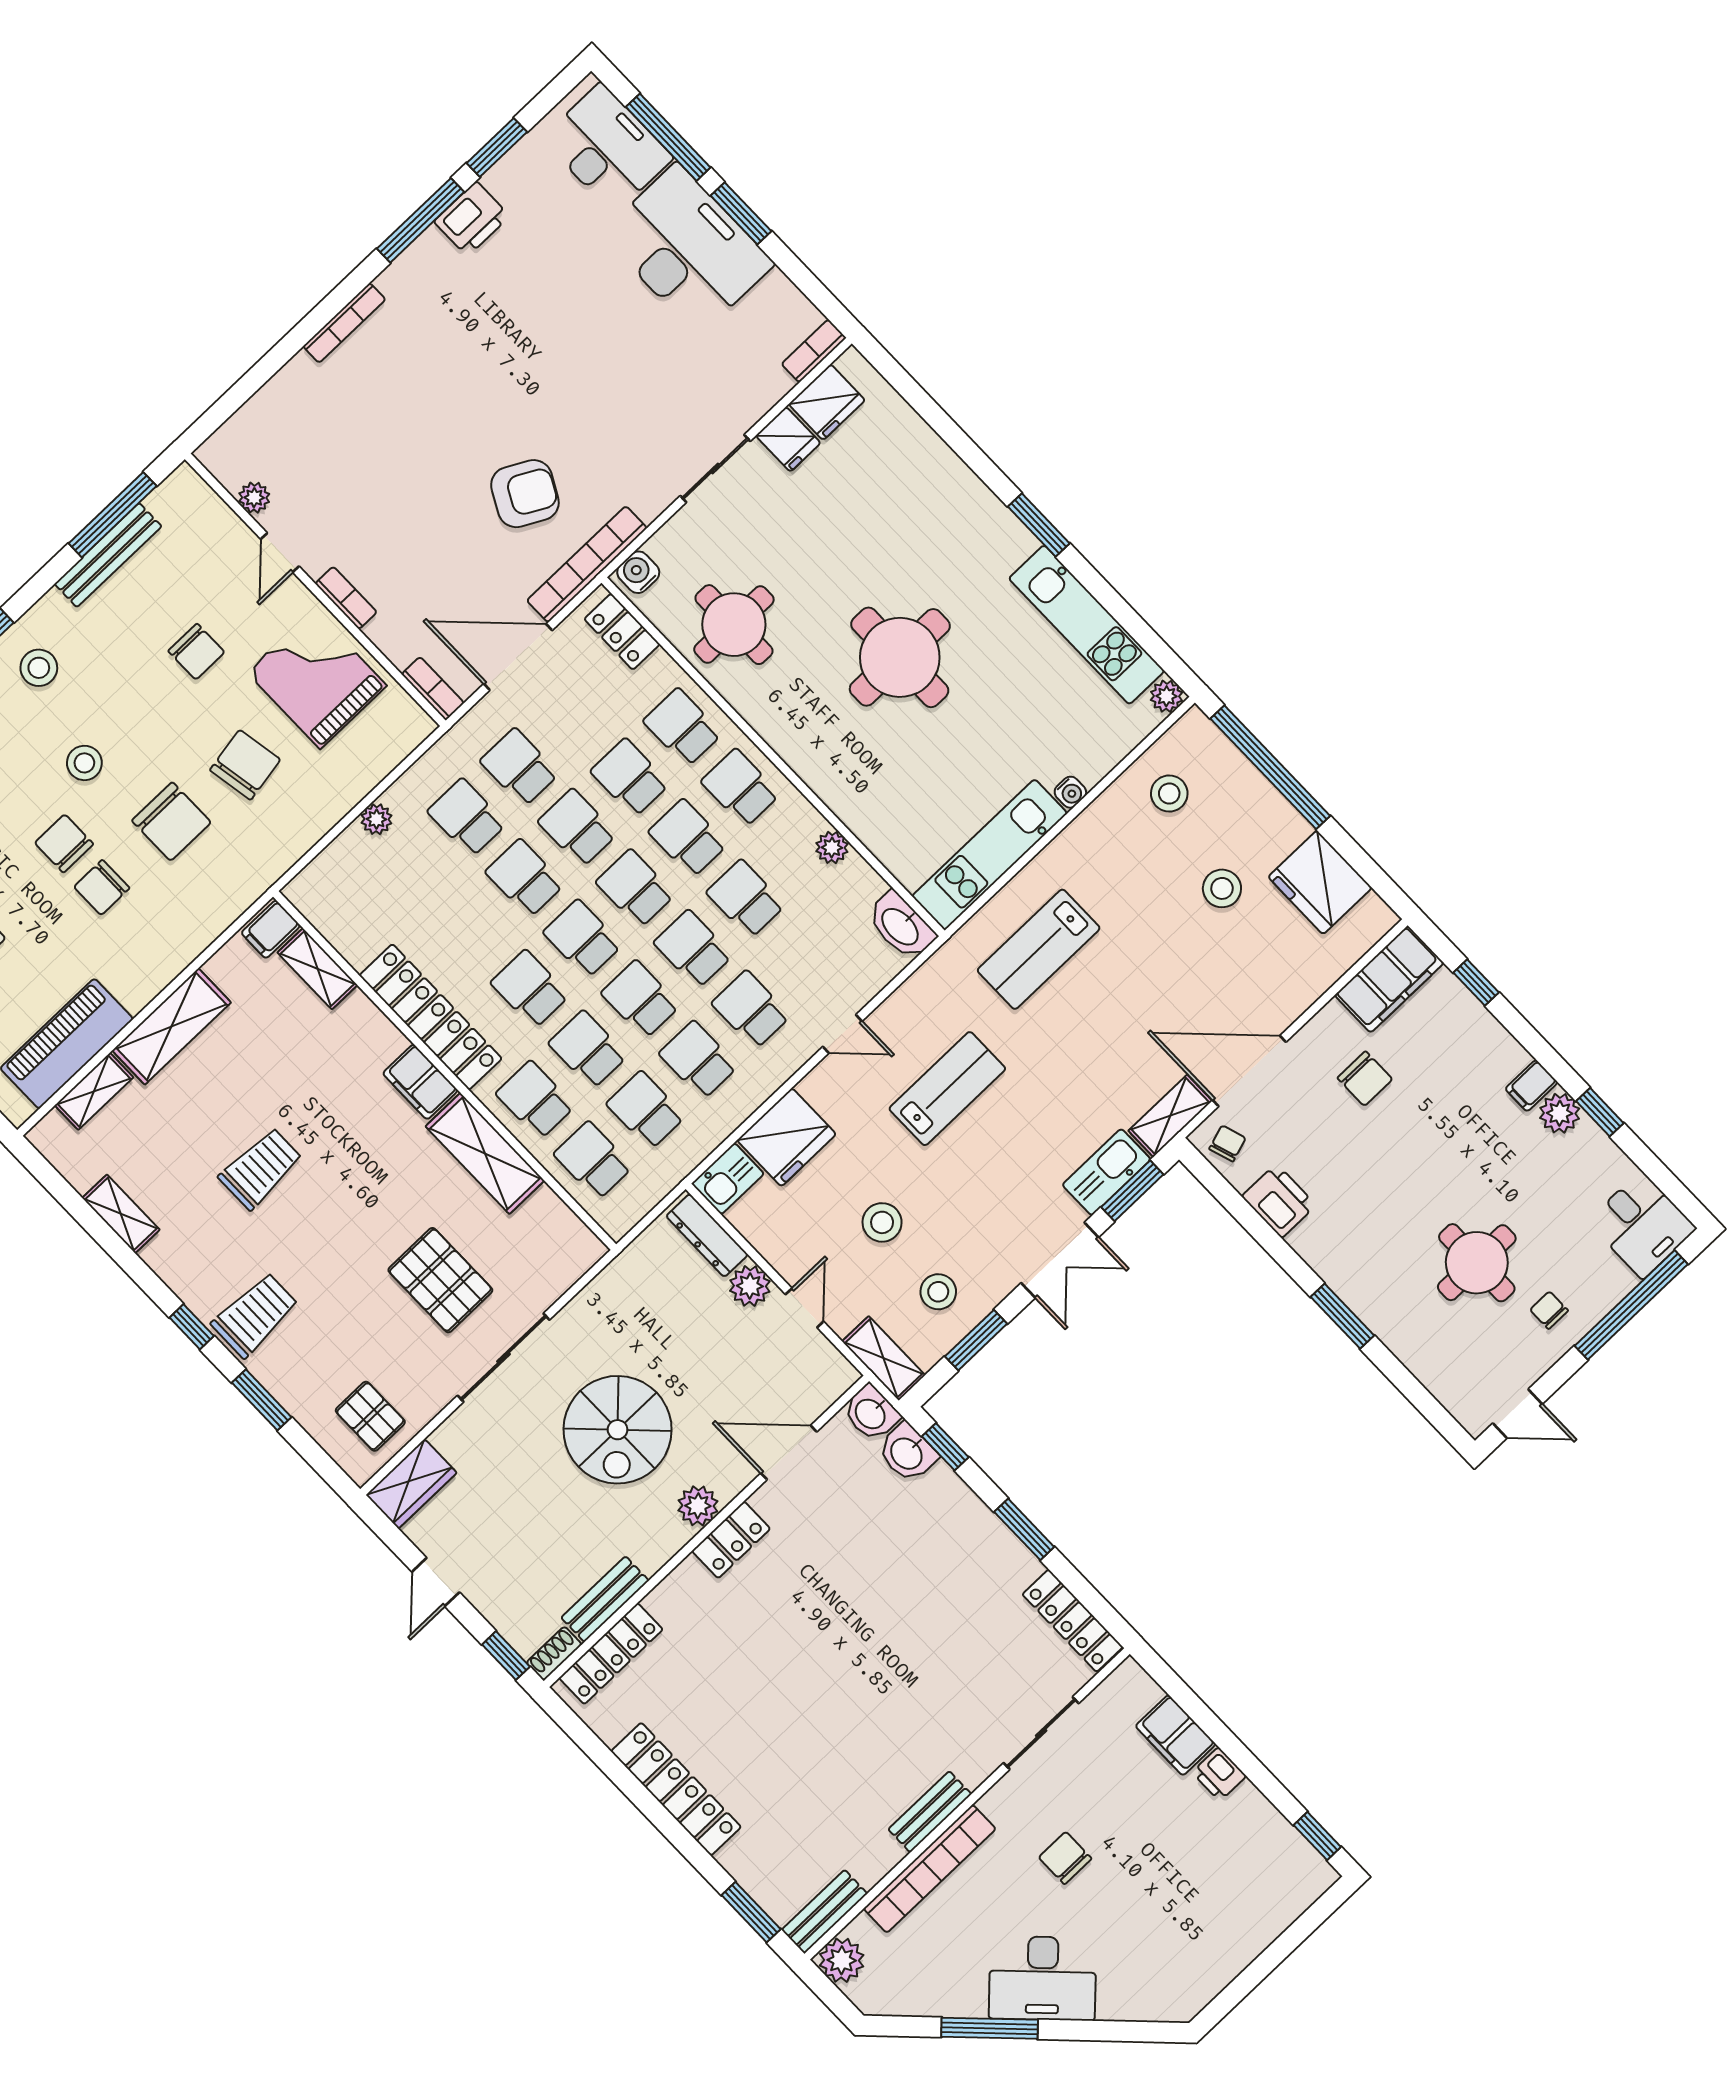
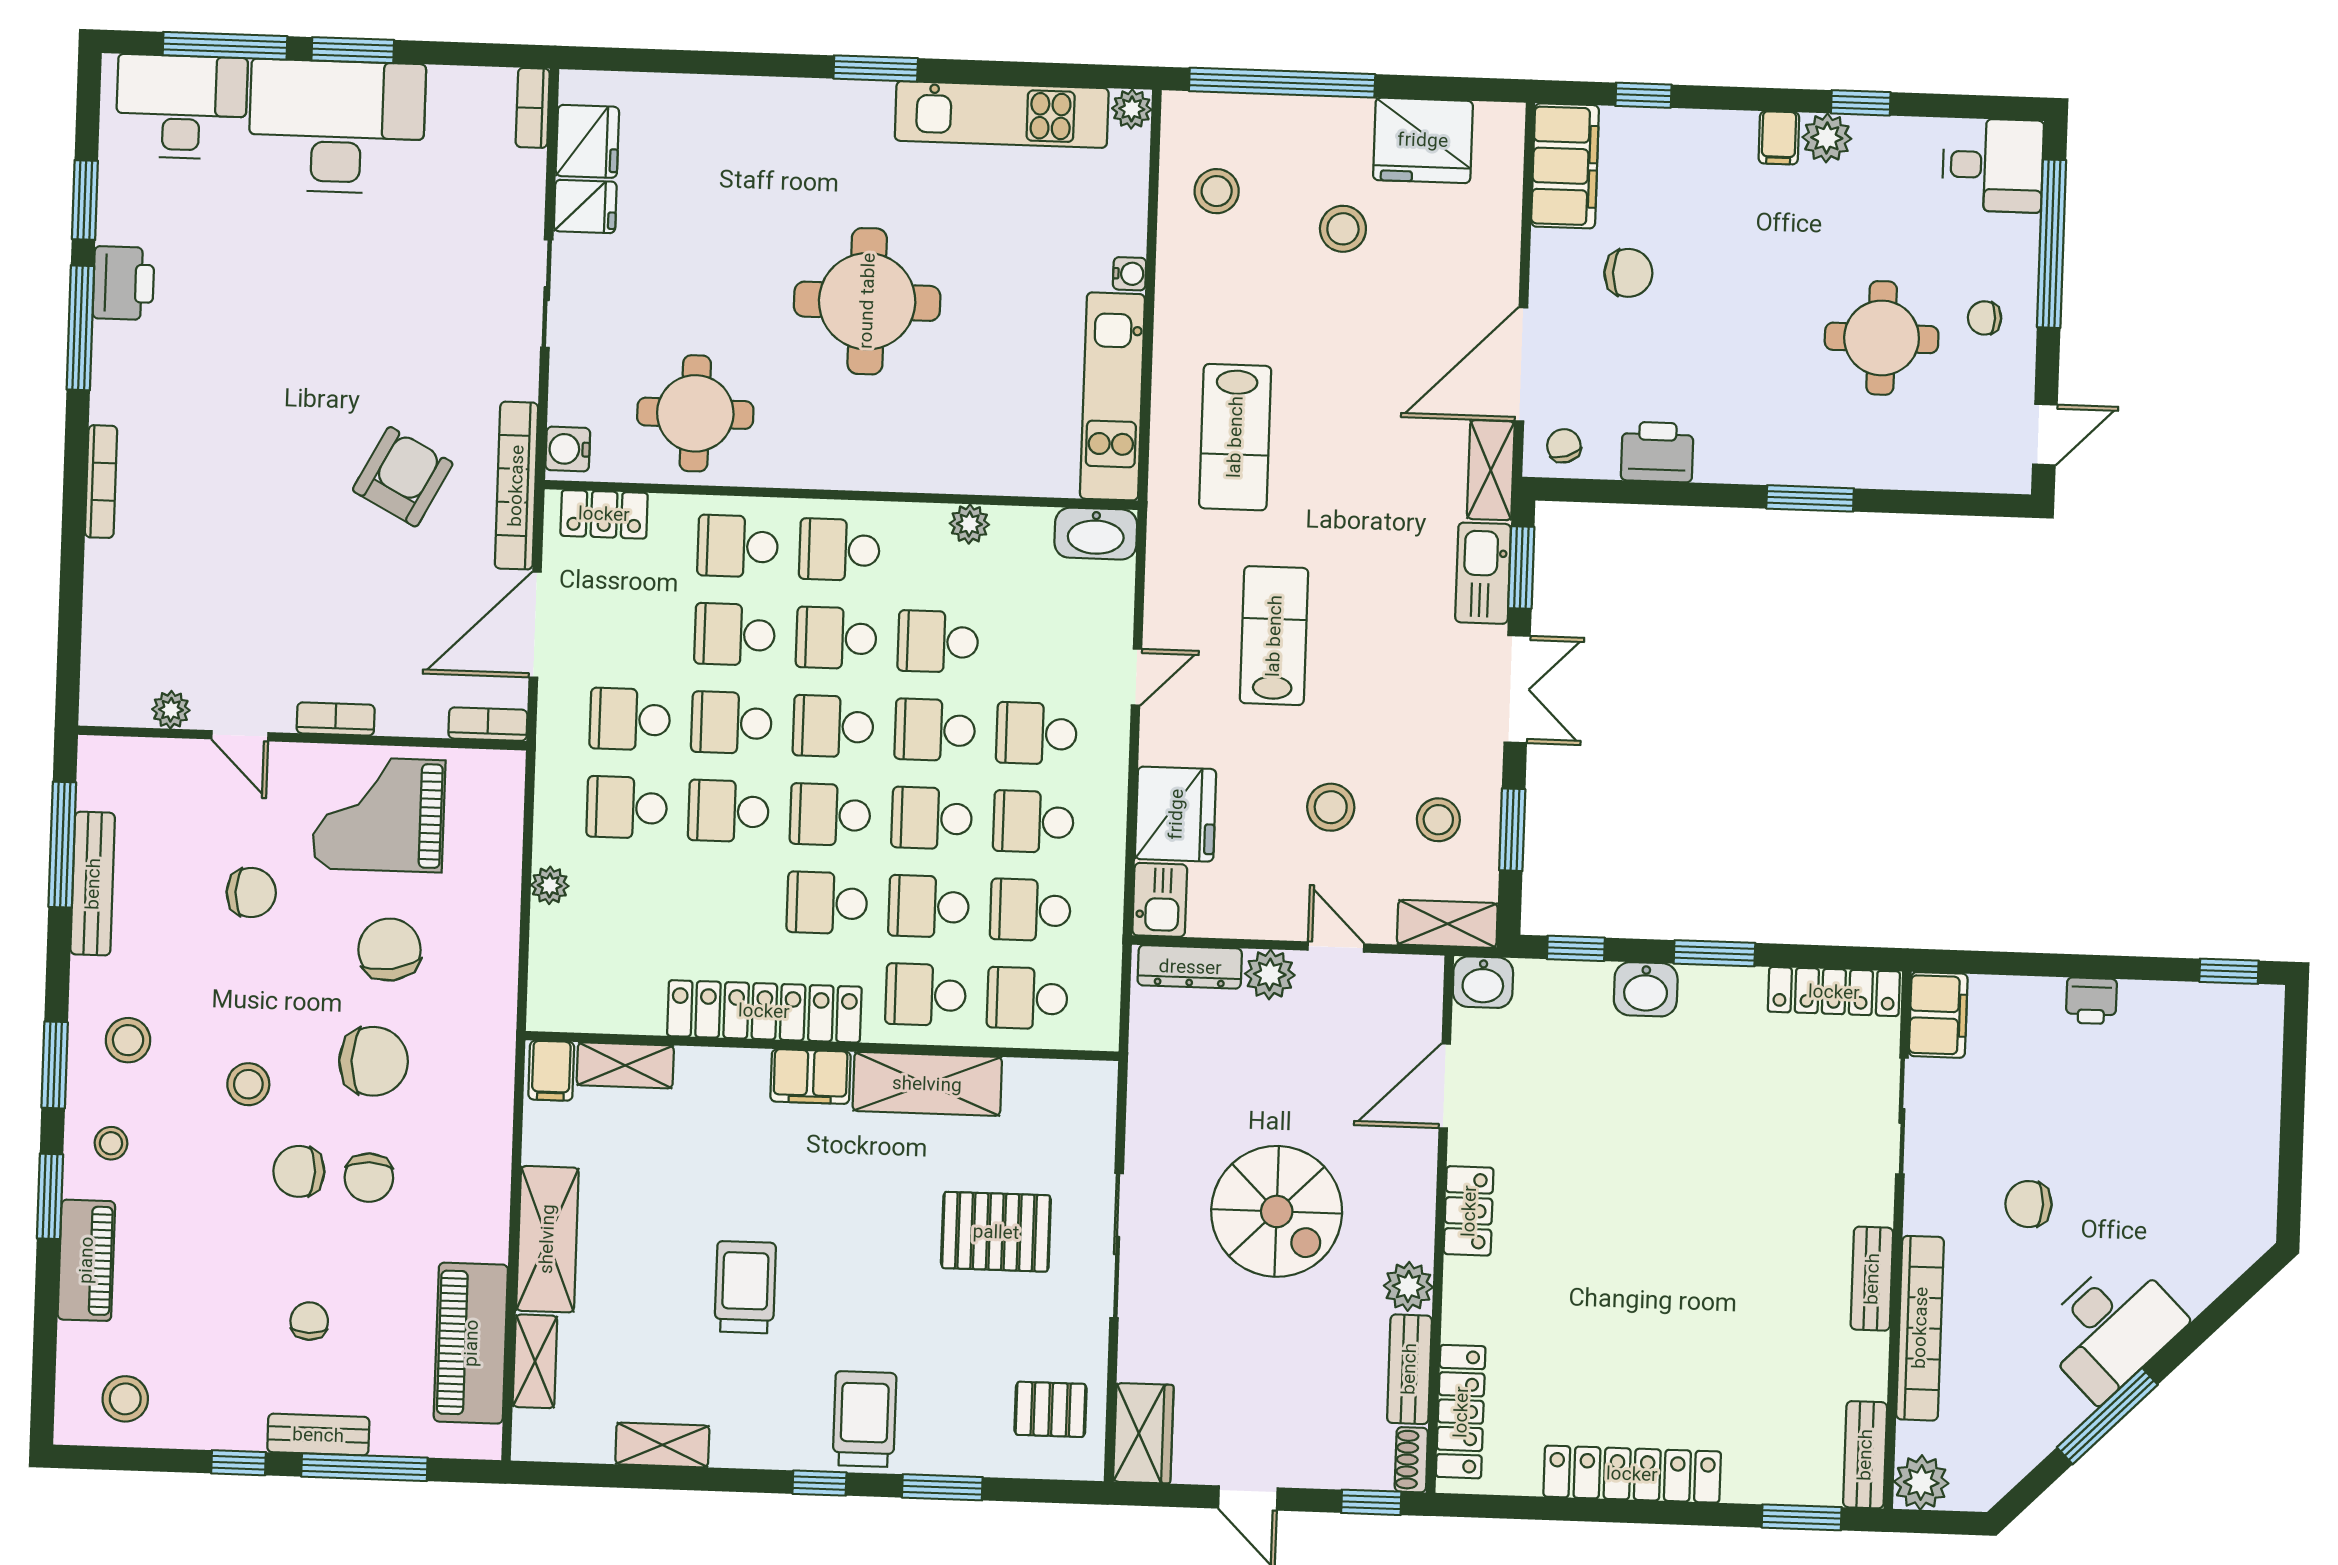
washbasin: (907, 1453) -> (1646, 989), moved
plant: (698, 1506) -> (1408, 1286), moved
filing cabinet: (1176, 1735) -> (1938, 1015), moved, turned -90

